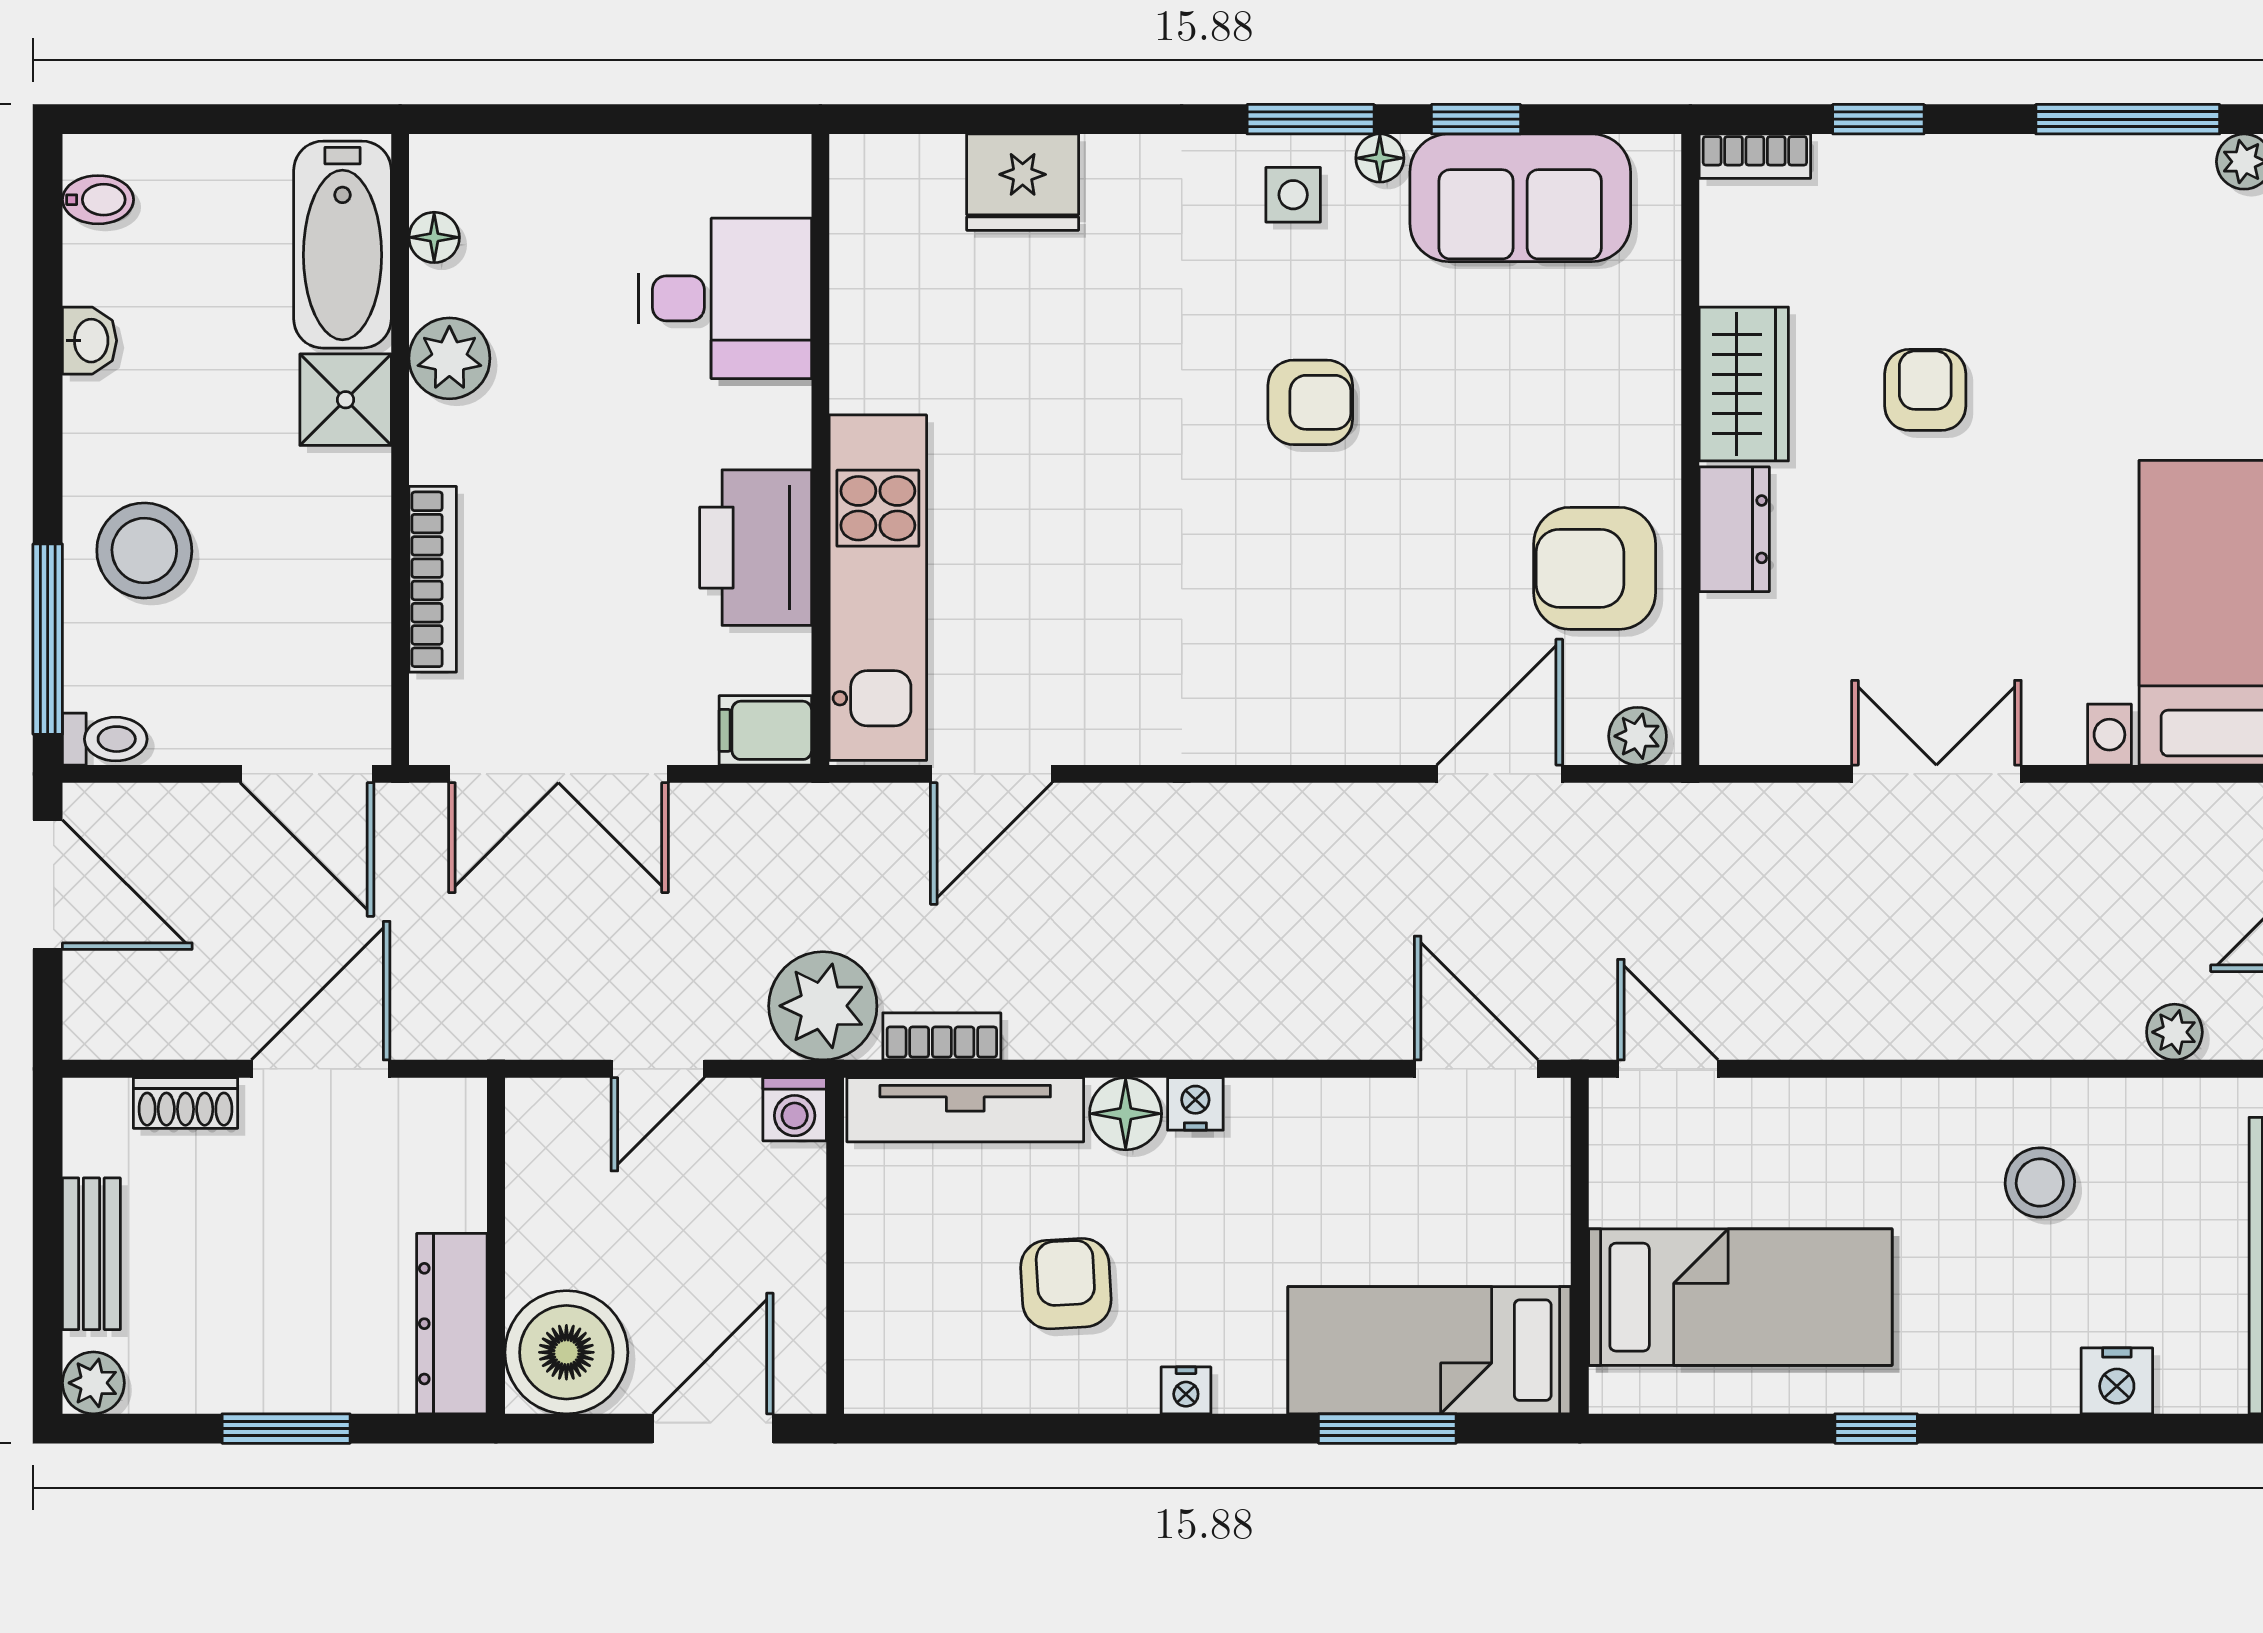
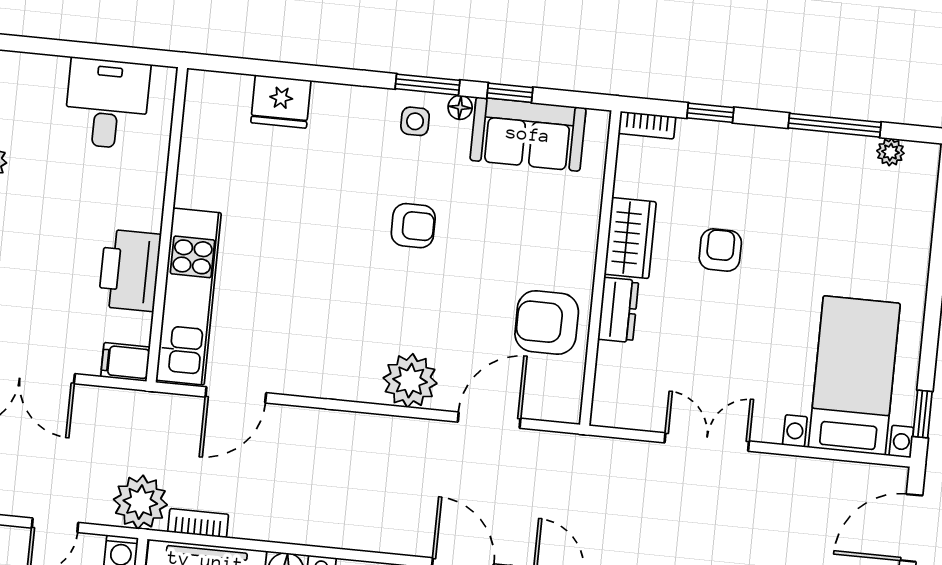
desk: (725, 298) -> (107, 103), moved, turned -90
plant: (1638, 736) -> (410, 381), moved, width x1.88, depth x1.88

